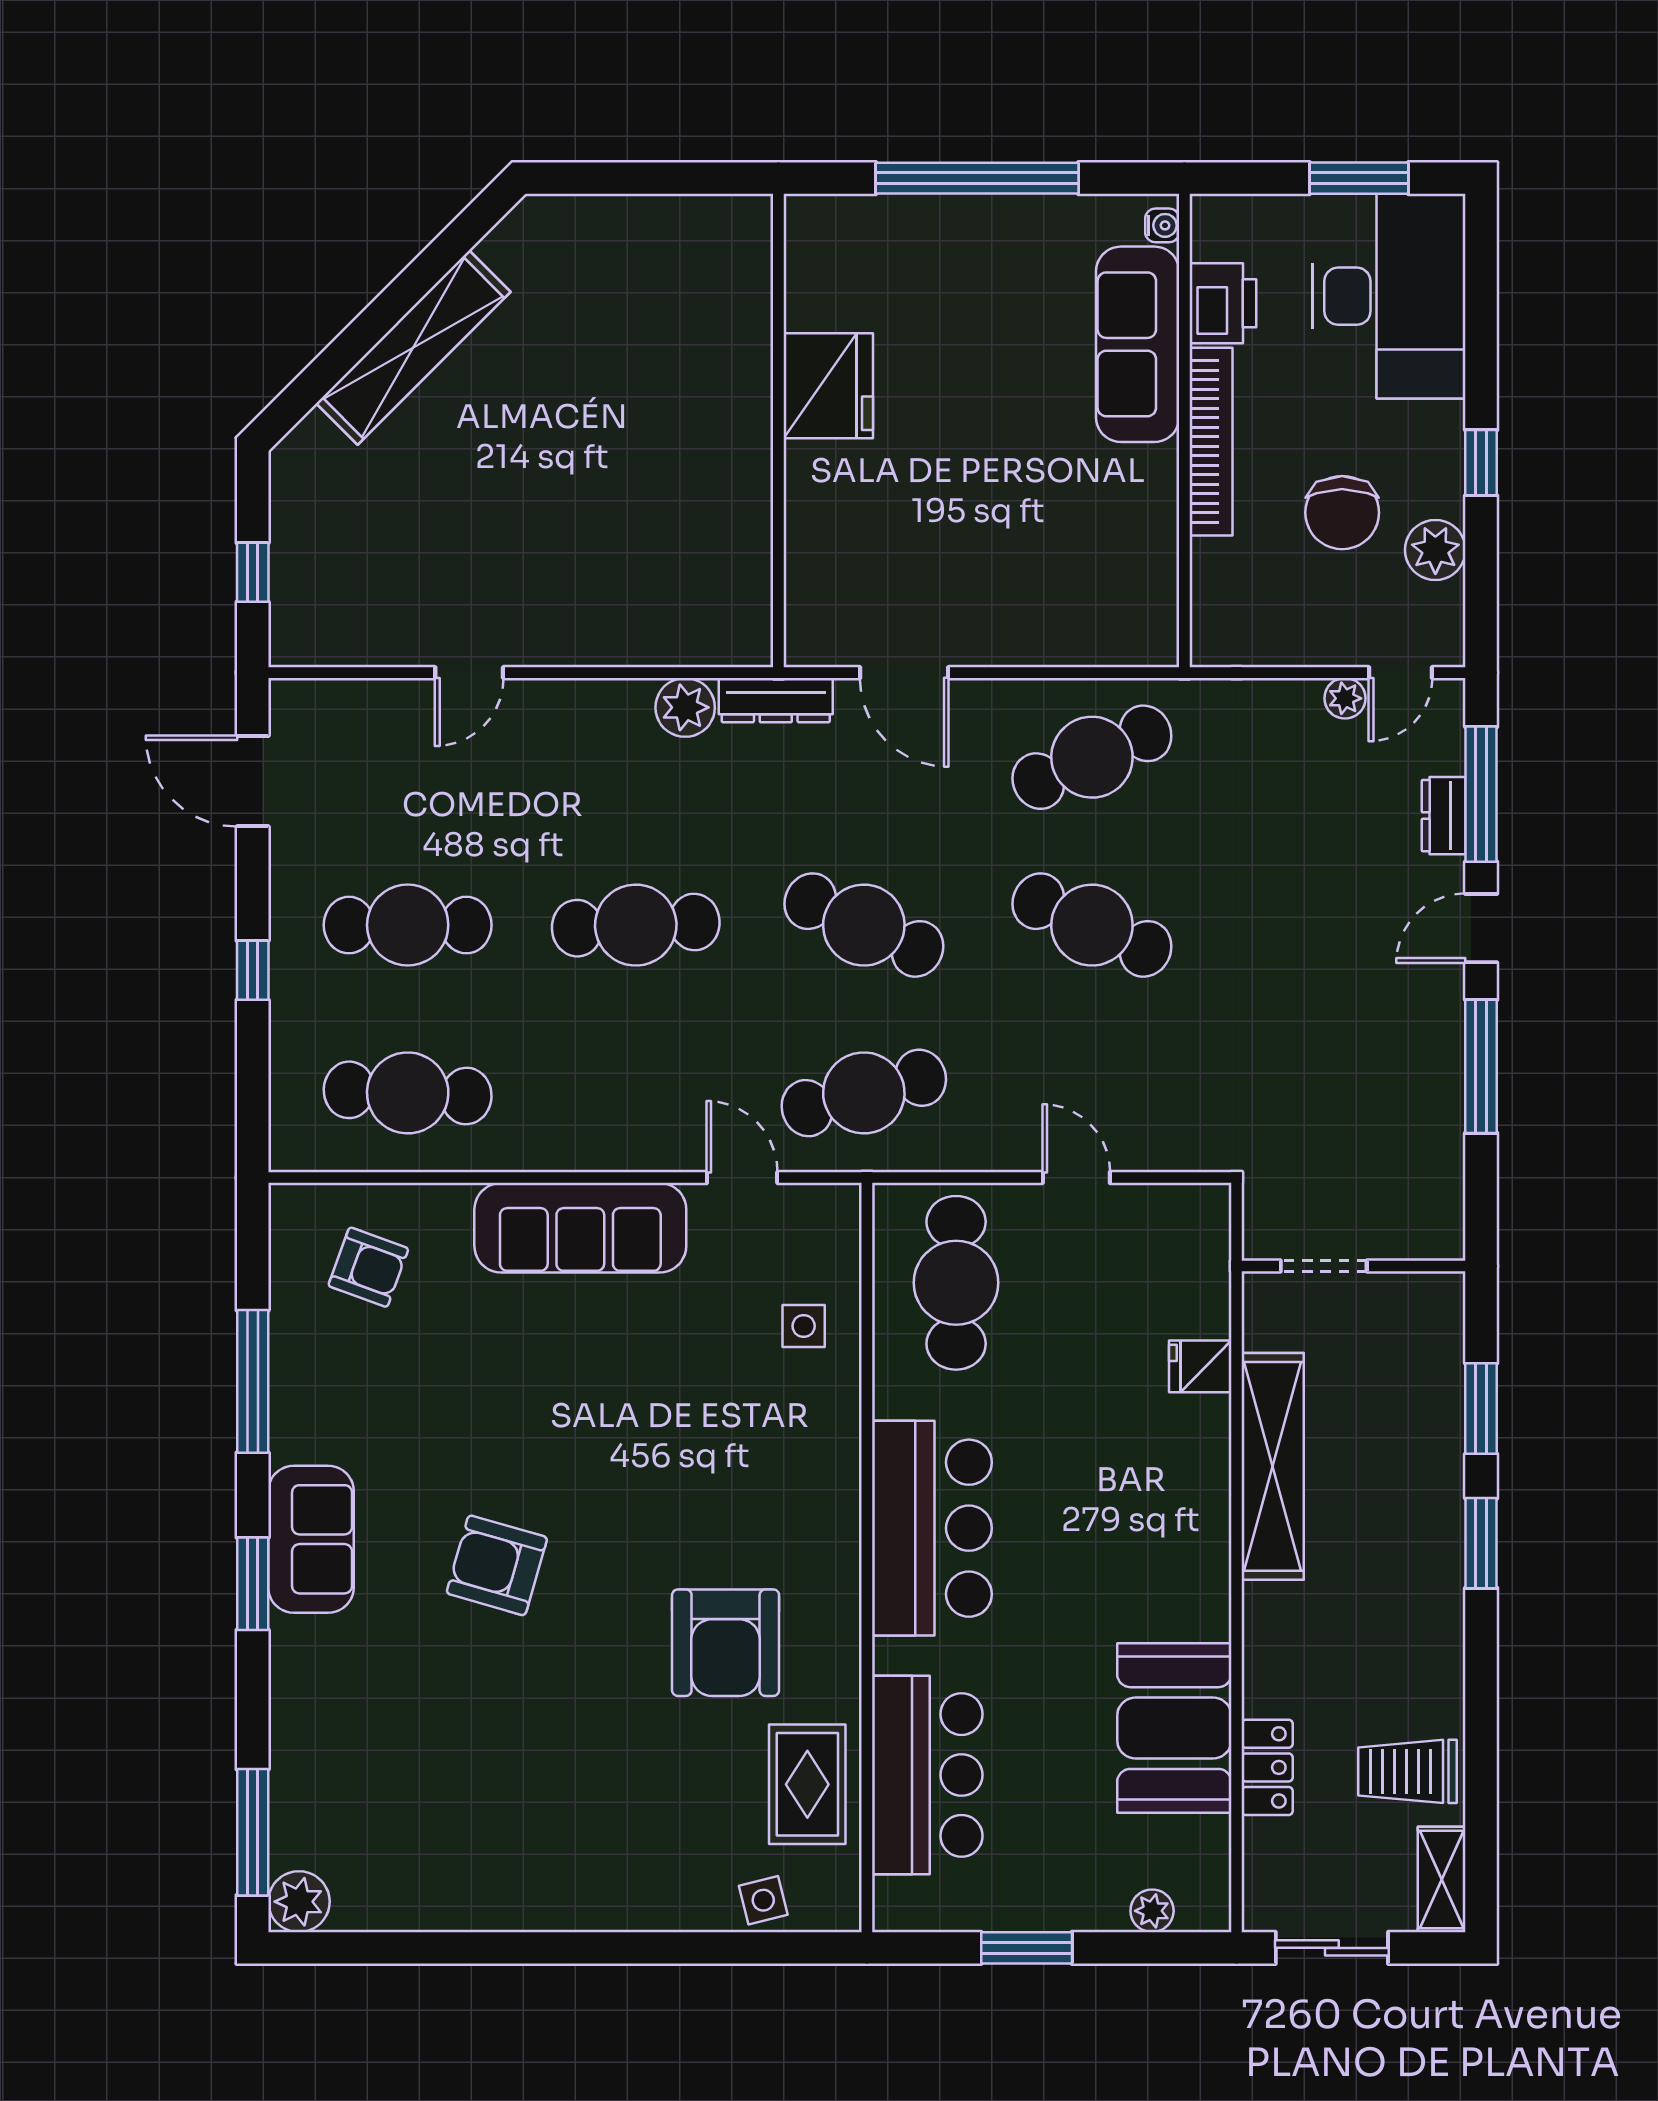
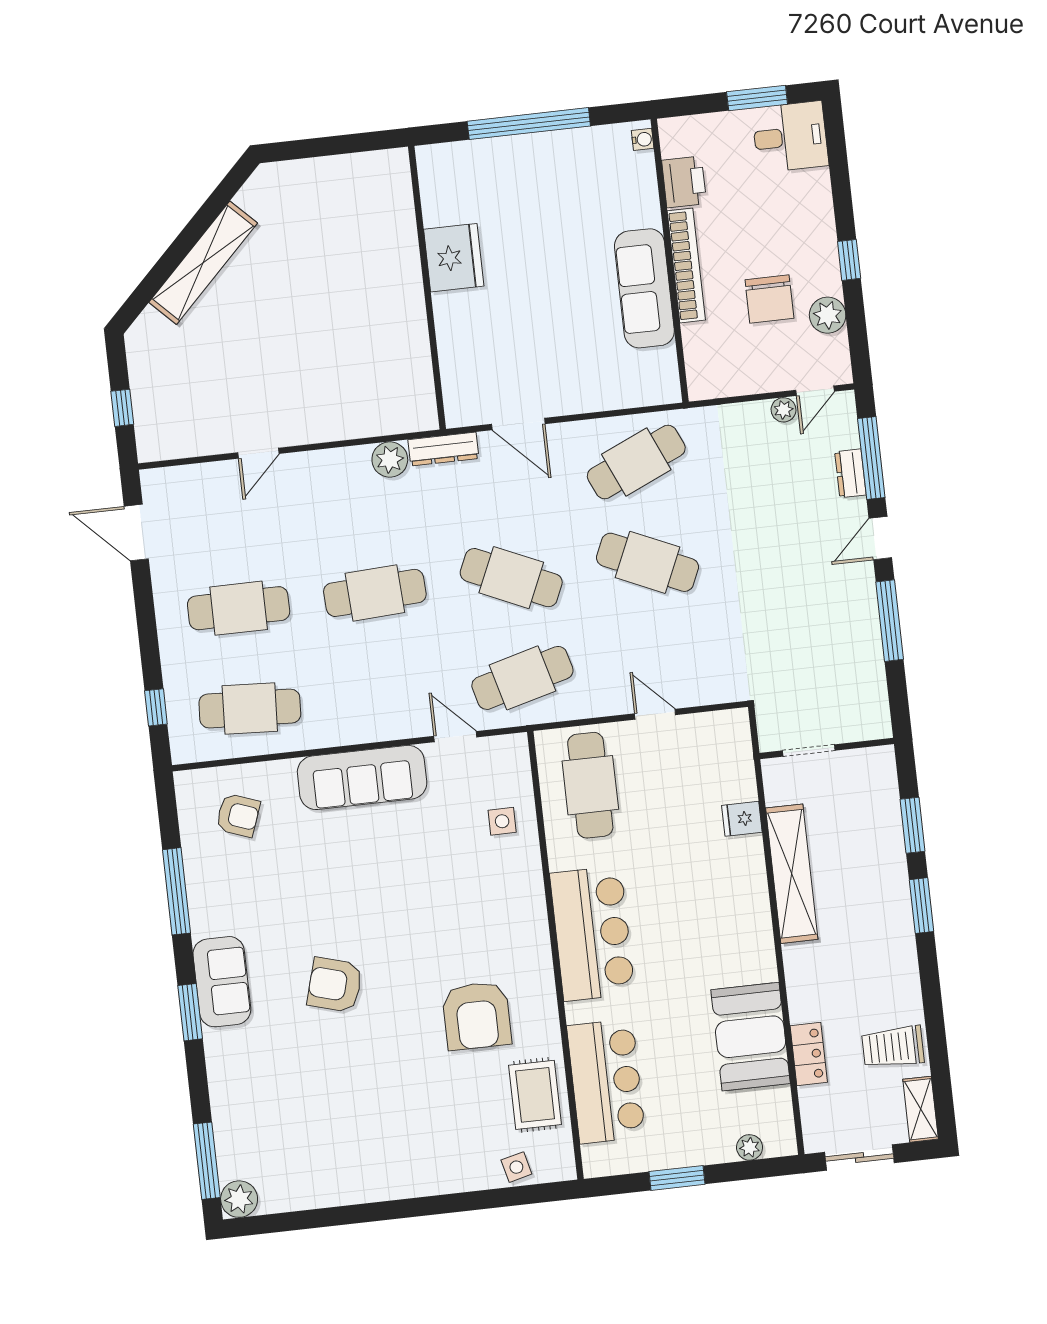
desk: (1389, 296) -> (790, 137), width x0.53, depth x0.77
sofa: (1138, 344) -> (644, 288), moved
window: (253, 970) -> (156, 707), moved

